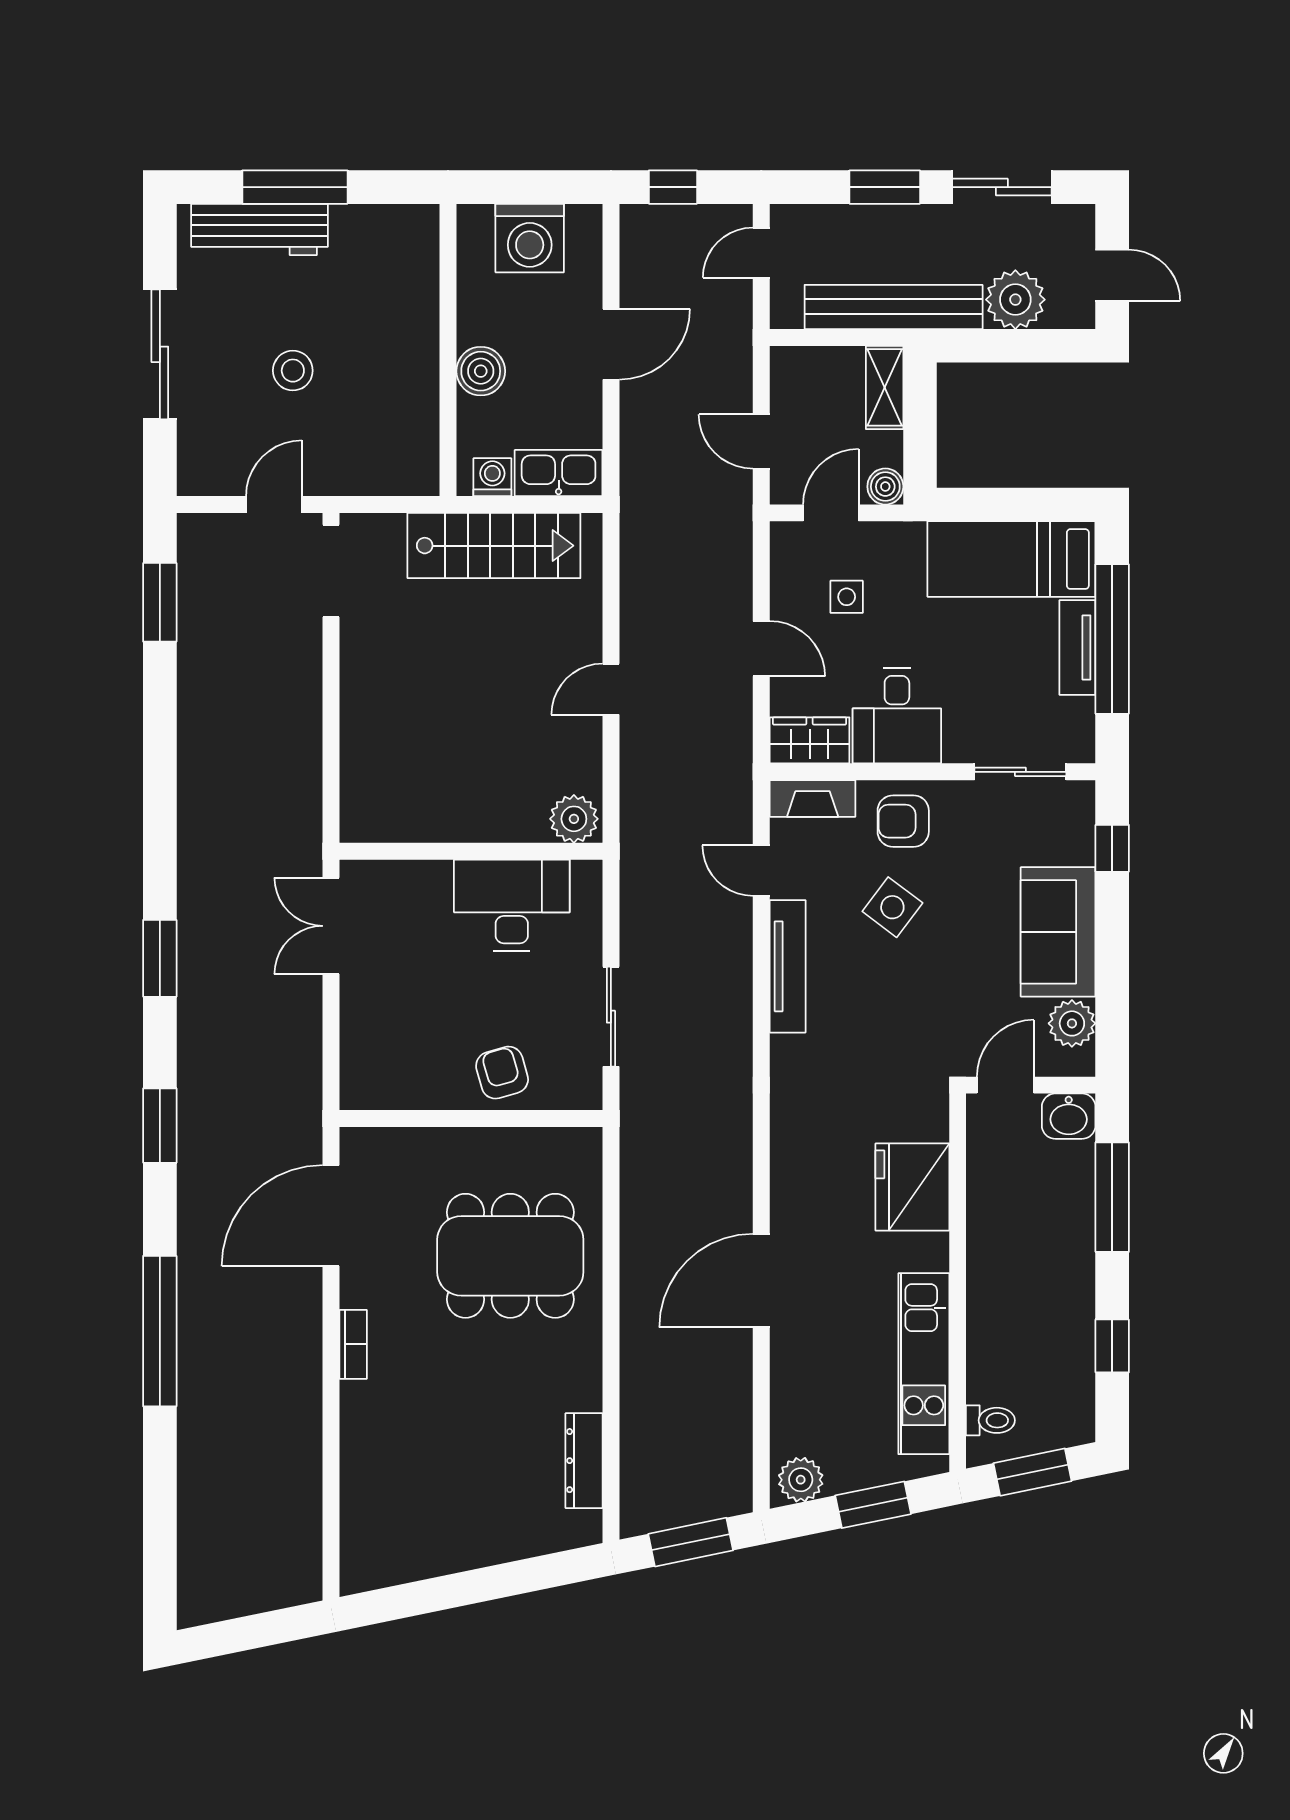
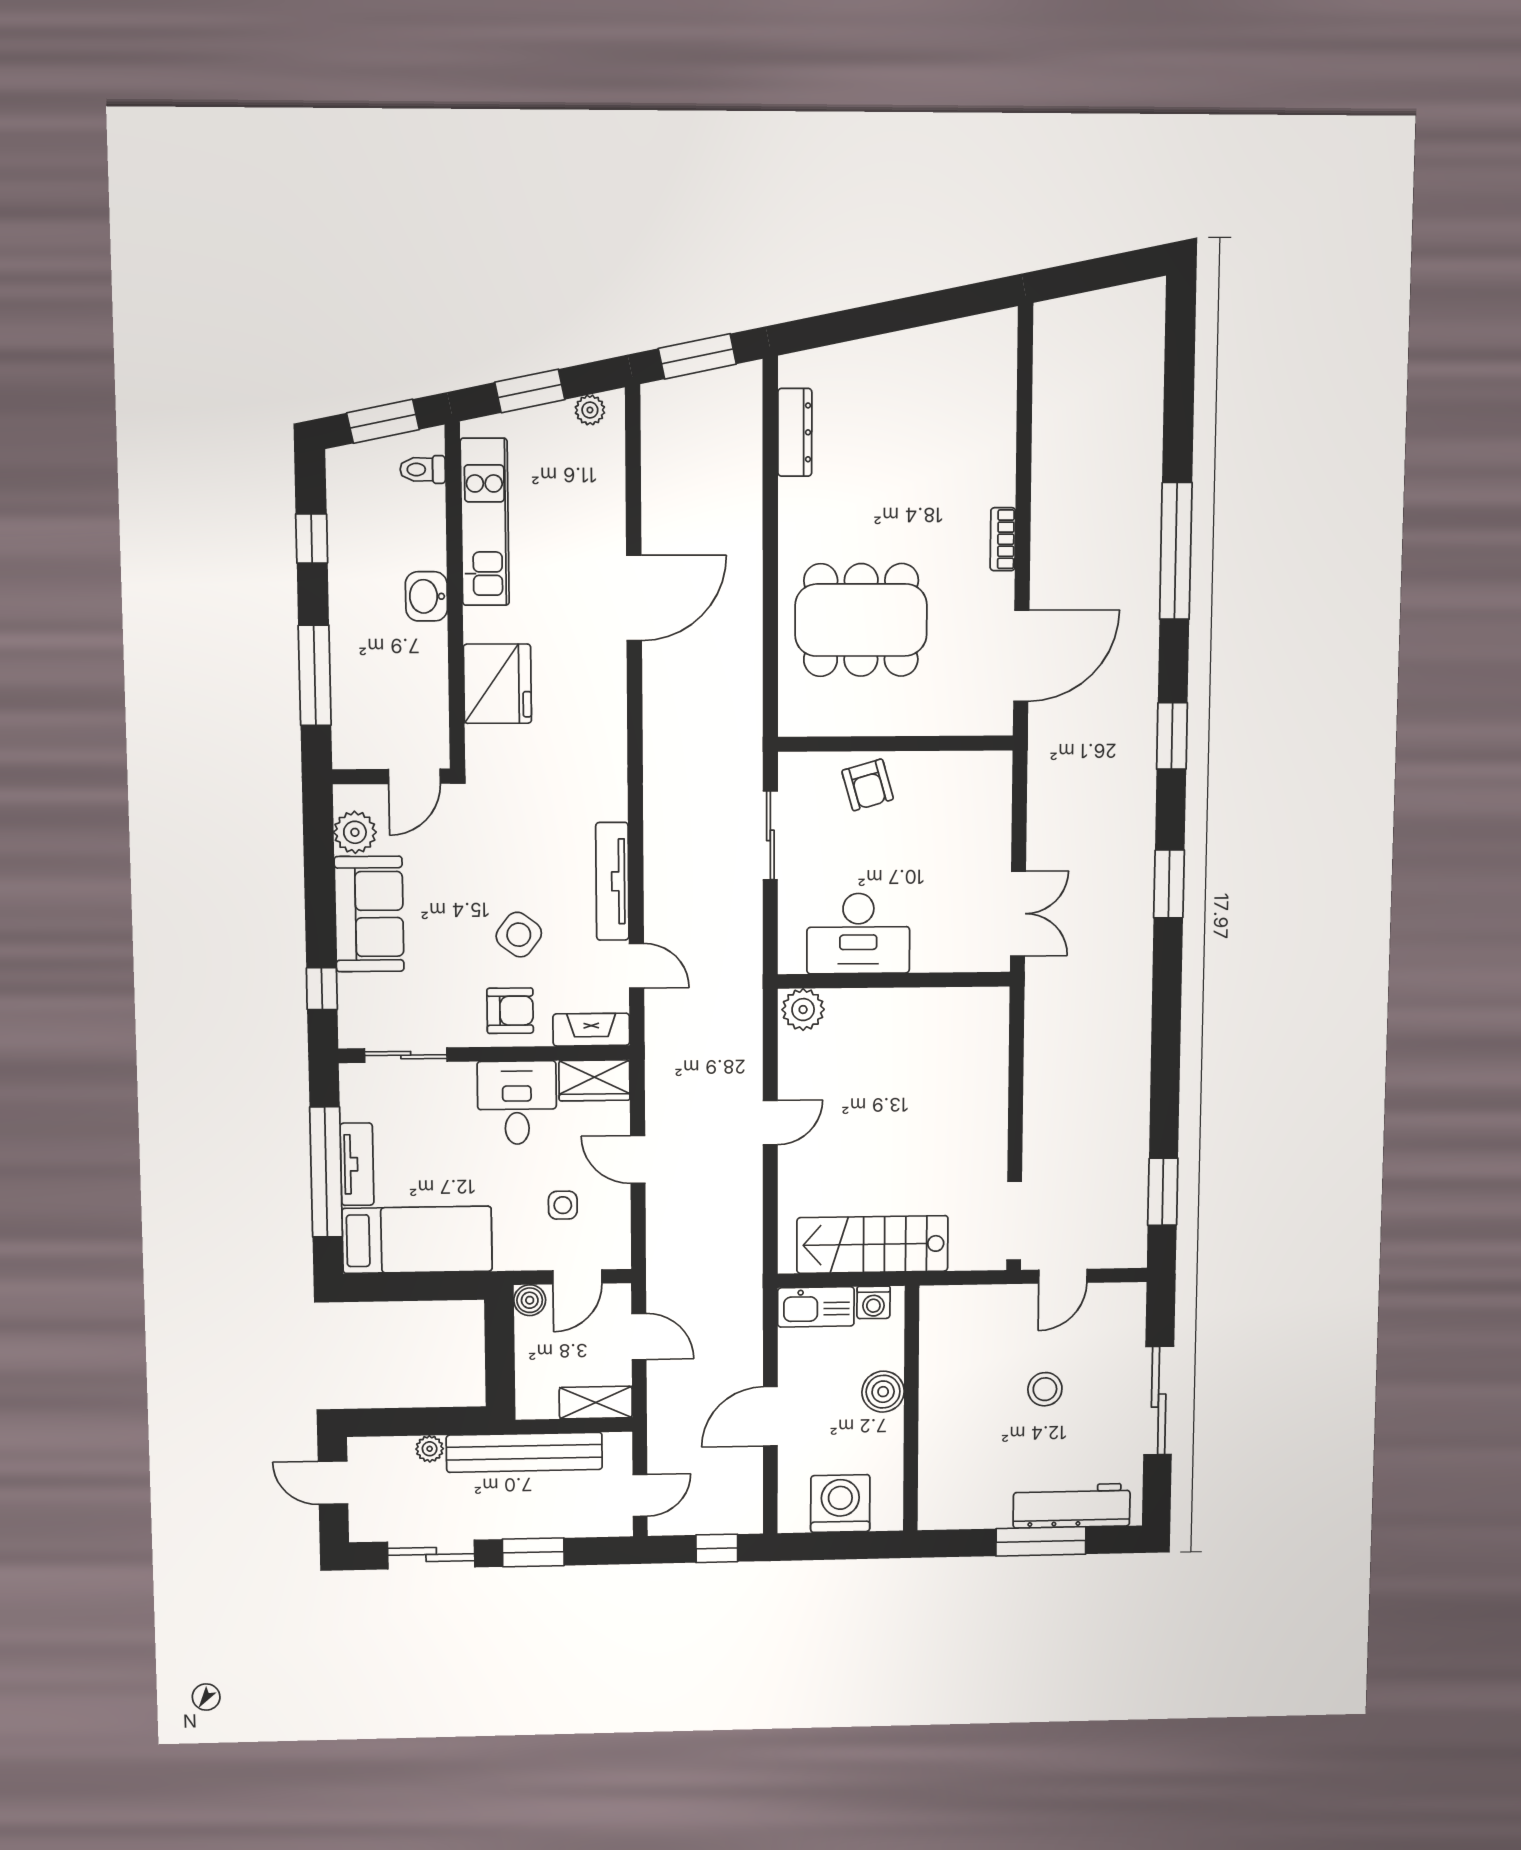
plant: (1015, 300) -> (430, 1449), width x0.53, depth x0.53
shelving: (885, 387) -> (596, 1402), moved, turned 90
washbasin: (1069, 1116) -> (426, 596), moved, turned -90
plant: (801, 1480) -> (590, 410), width x0.73, depth x0.73

